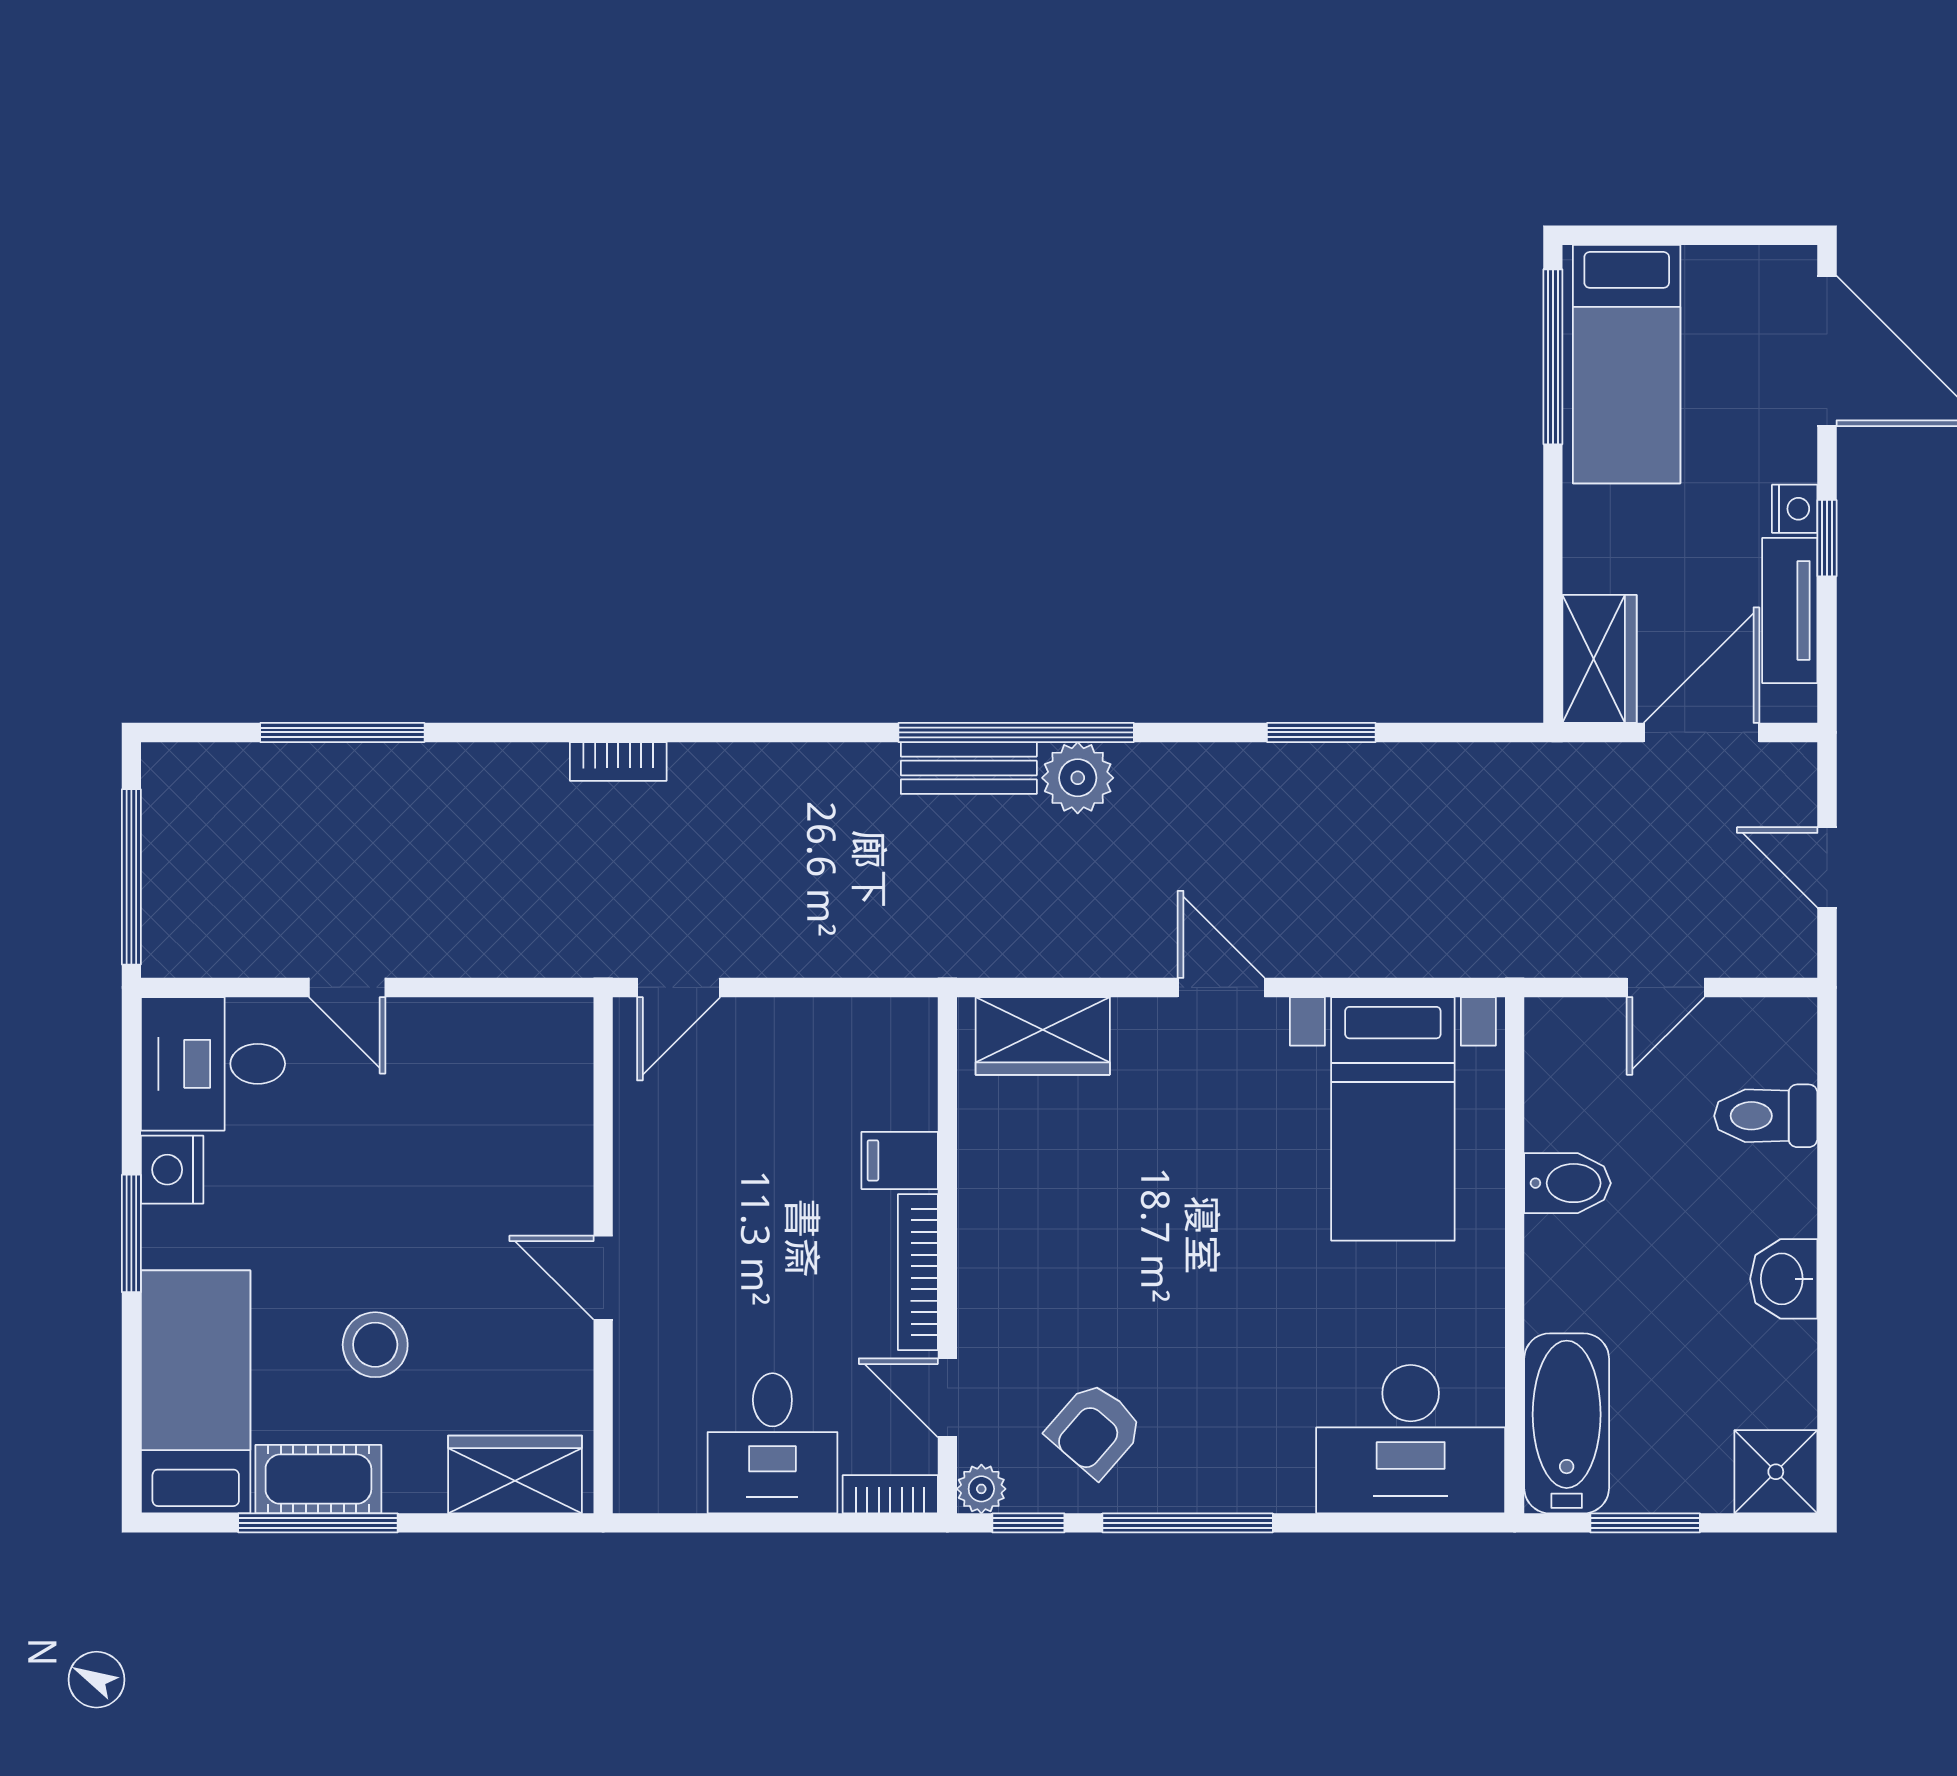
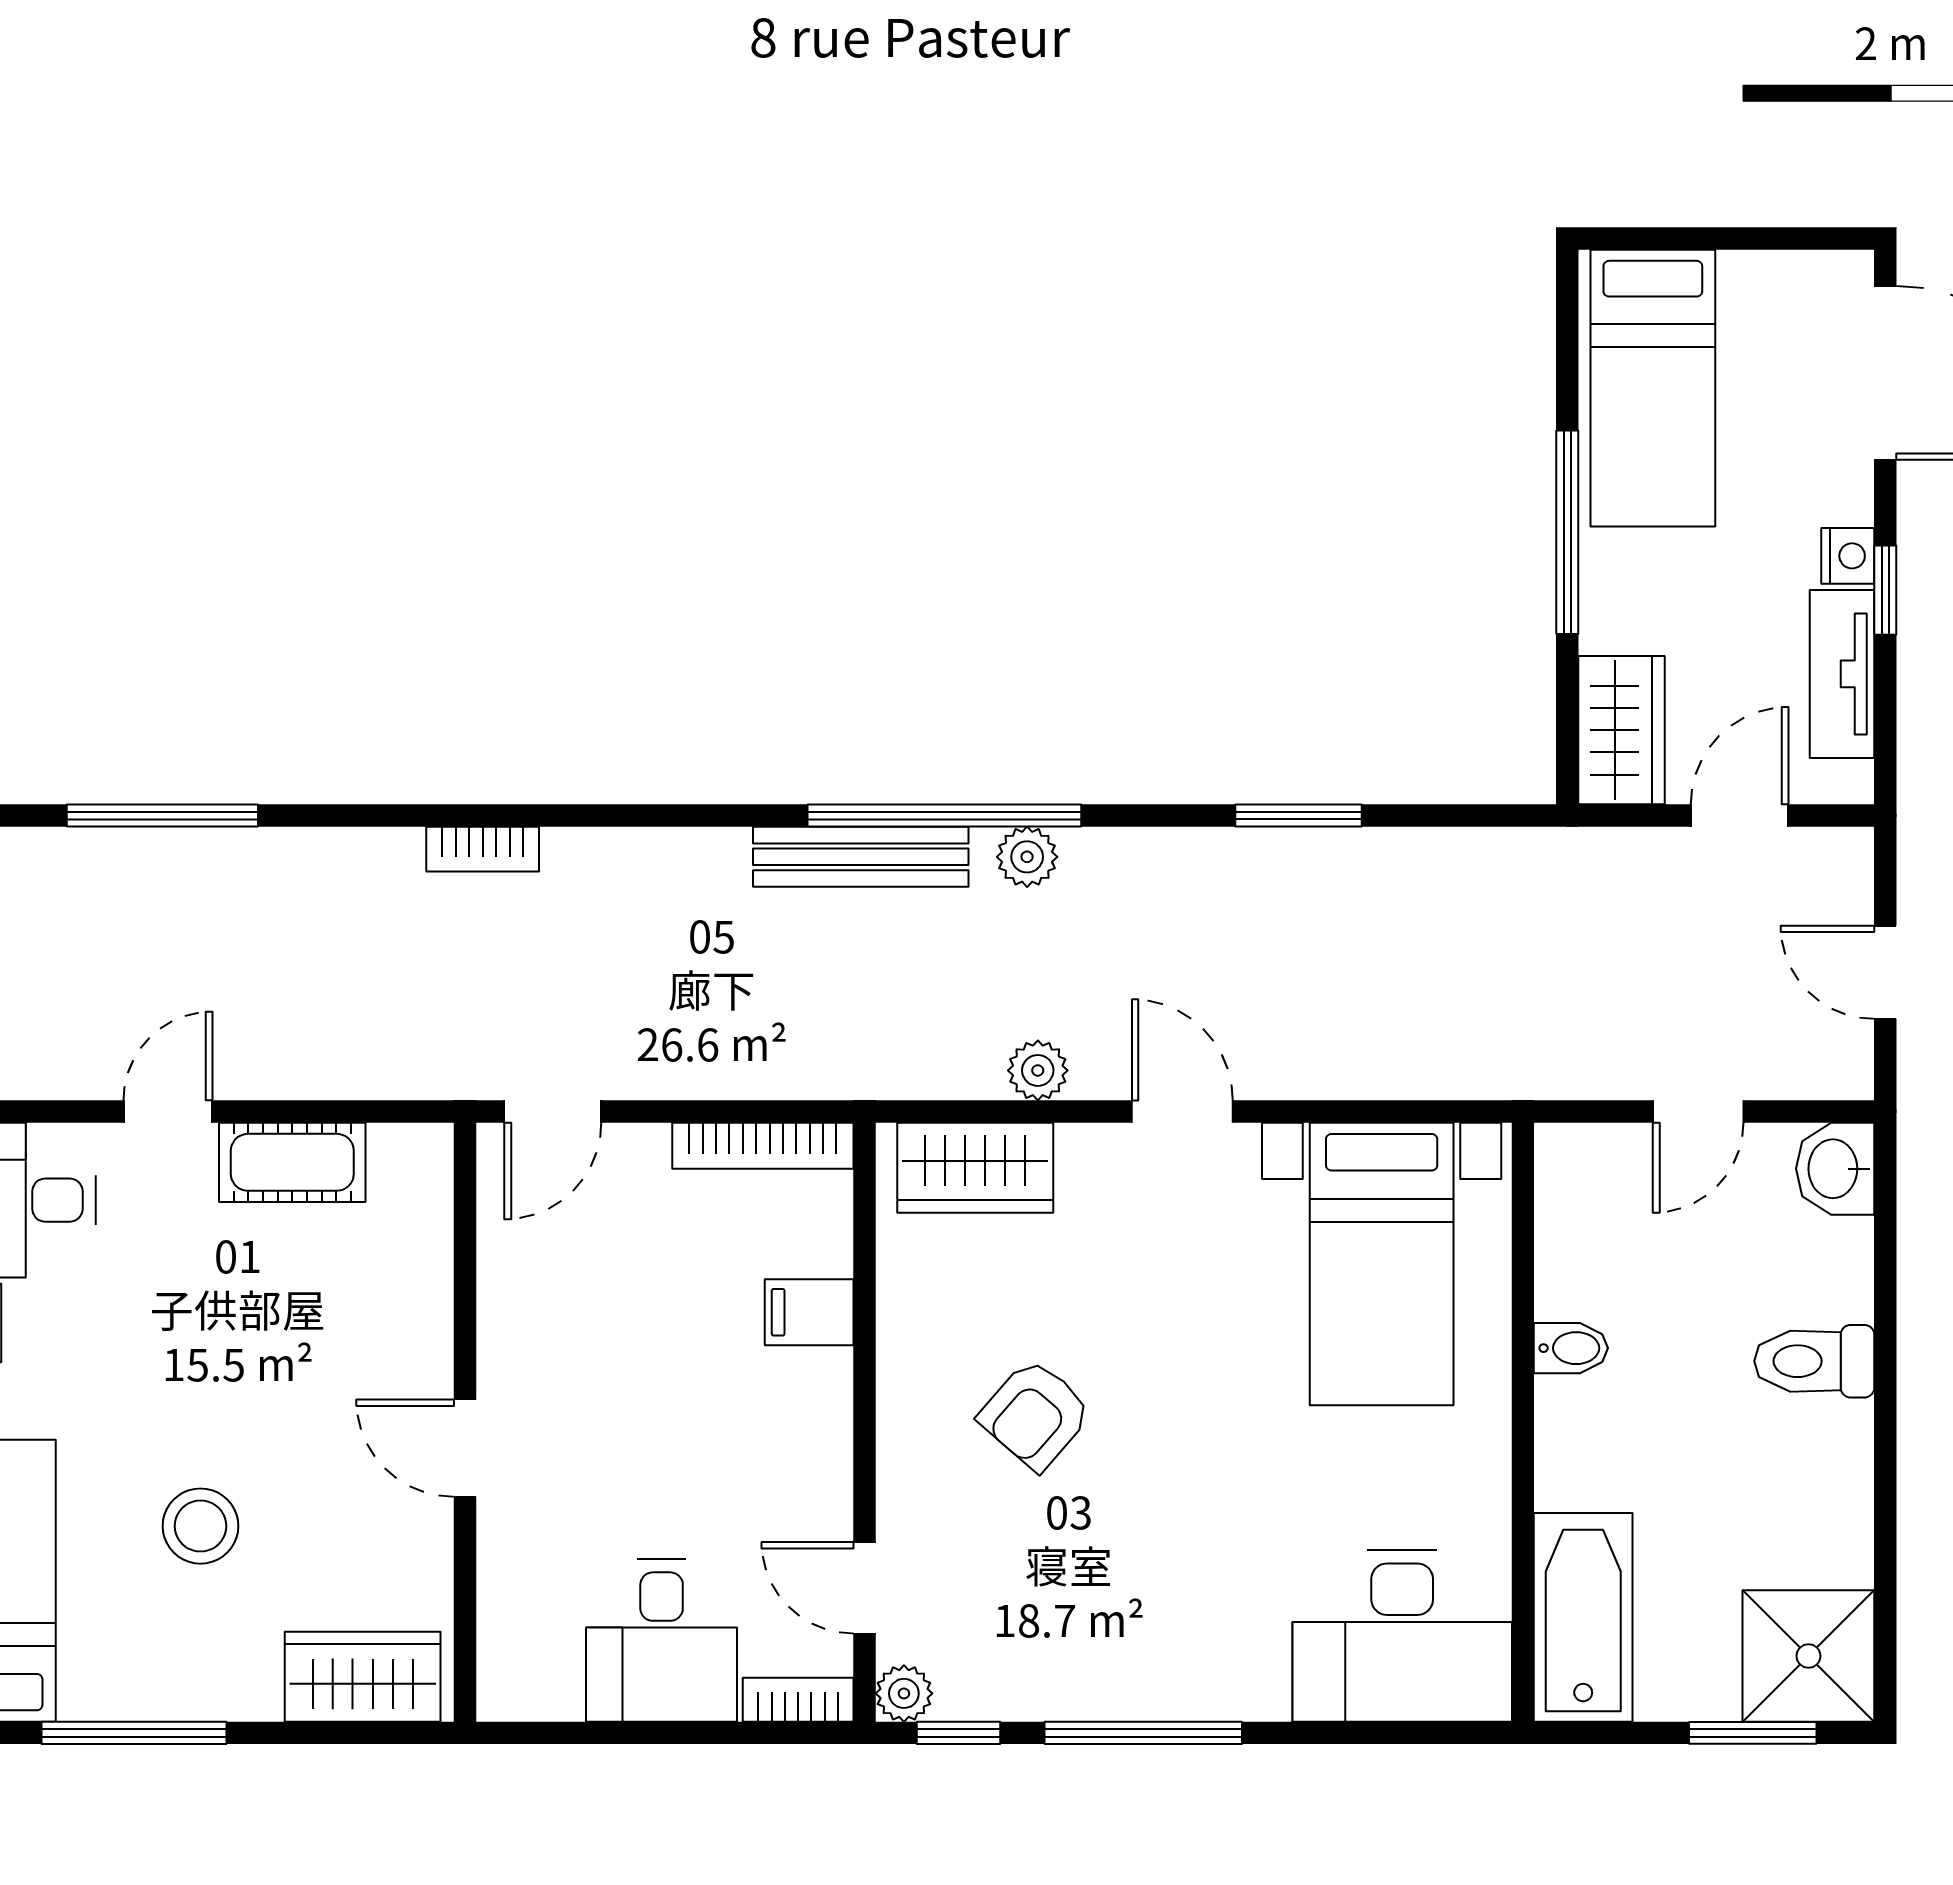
window: (1553, 357) -> (1567, 532), moved
door: (1701, 732) -> (1740, 816), width x0.73
bench: (969, 768) -> (861, 857), width x1.36
plant: (1078, 778) -> (1027, 857), width x0.73, depth x0.73
plant: (1097, 952) -> (1038, 1070), added
door: (347, 987) -> (168, 1111), swing flipped
toilet: (1766, 1116) -> (1814, 1361), moved
bidet: (1568, 1183) -> (1571, 1348), width x0.72, depth x0.74
bookcase: (918, 1272) -> (763, 1146), moved, turned -90
washbasin: (1784, 1279) -> (1835, 1169), moved
armchair: (1095, 1430) -> (1035, 1415), moved
shower: (1776, 1472) -> (1808, 1656), width x1.36, depth x1.36
cot: (318, 1479) -> (292, 1162), moved
window: (1645, 1523) -> (1753, 1733), moved

